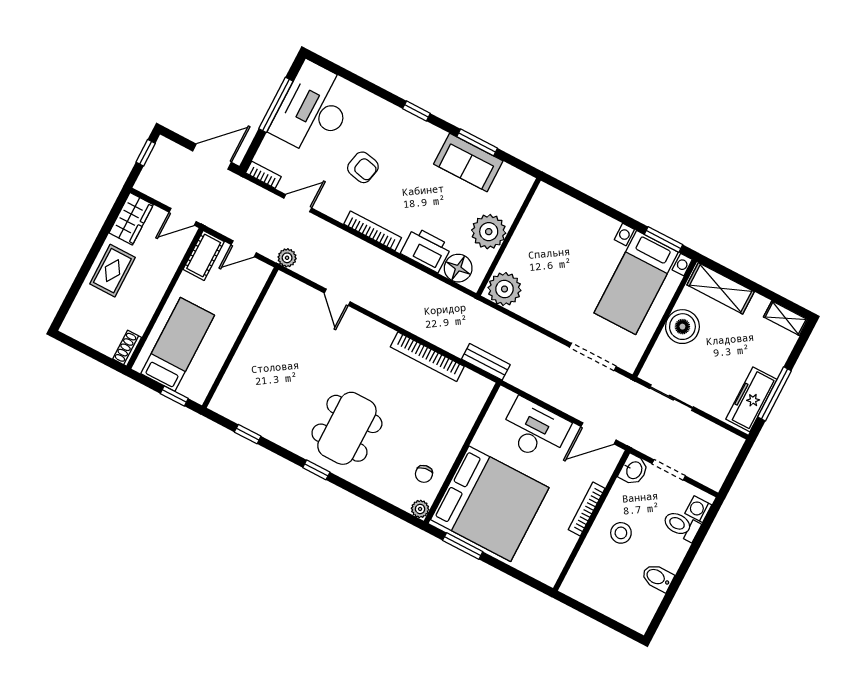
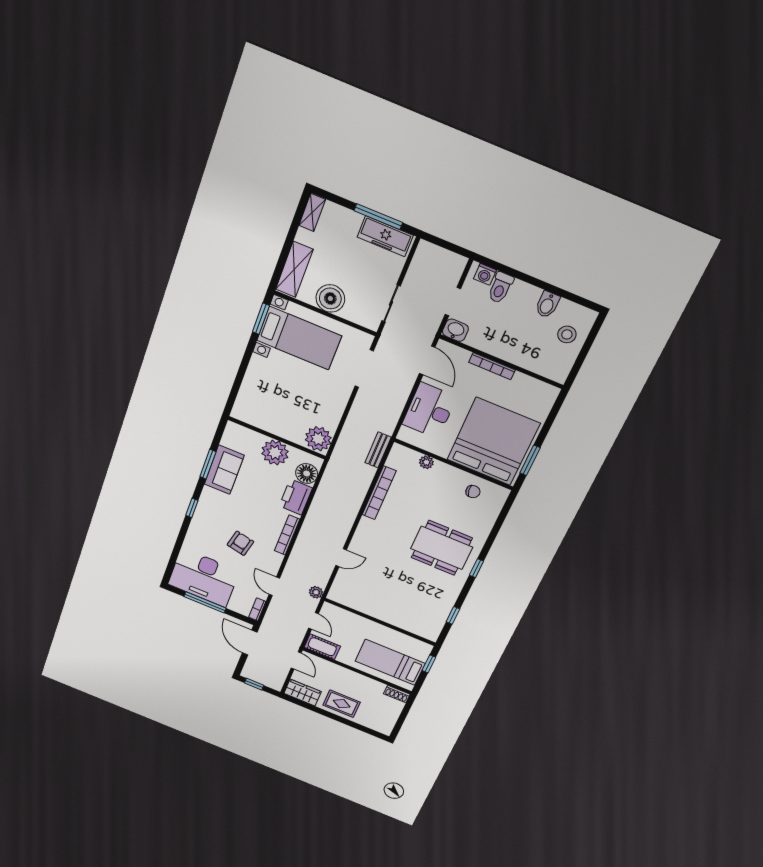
plant: (420, 509) -> (426, 462), moved
stool: (621, 533) -> (567, 334), moved

